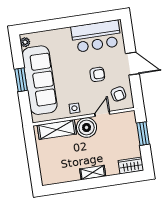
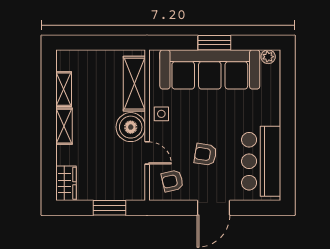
armchair: (97, 74) -> (205, 154), turned 99
shelving: (68, 177) -> (64, 89), added

